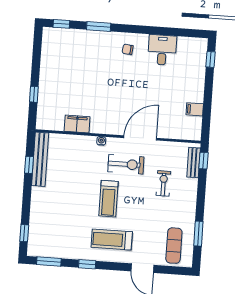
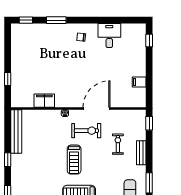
bench: (194, 163) -> (141, 153), moved
window: (29, 165) -> (8, 160), moved

